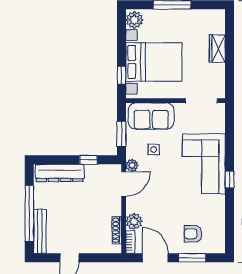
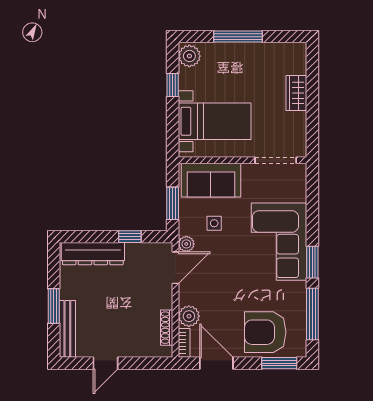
bed with nightstands: (154, 62) -> (215, 121), width x0.73
window: (121, 75) -> (173, 85), moved
window: (230, 180) -> (312, 262), width x1.50
window: (29, 214) -> (54, 306), width x0.47
window: (230, 220) -> (312, 314), added
armchair: (193, 234) -> (265, 332), width x1.88, depth x1.88
window: (192, 258) -> (279, 363), moved

